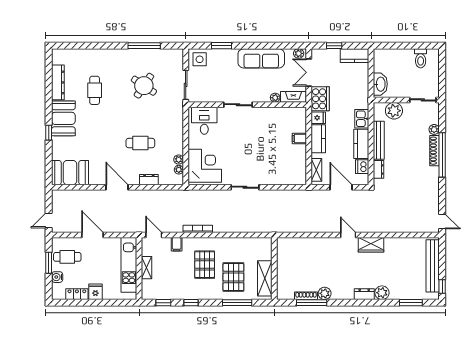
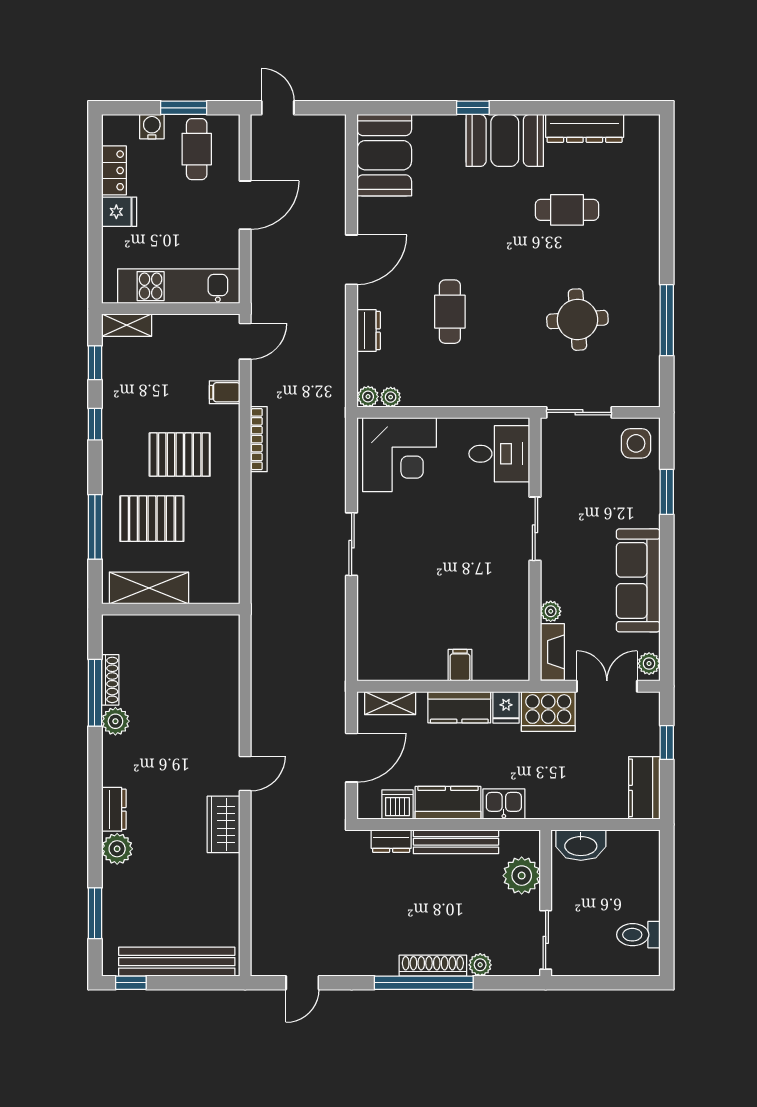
round table: (144, 86) -> (577, 320), turned -38
plant: (179, 160) -> (368, 397), moved
door: (442, 222) -> (302, 983), moved
shelving: (146, 268) -> (127, 325), moved

